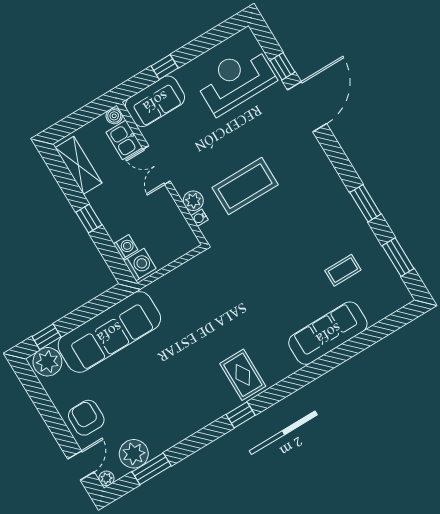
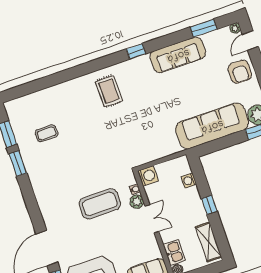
double door: (157, 165) -> (152, 219), moved
window: (365, 203) -> (18, 164), moved
washing machine: (140, 265) -> (148, 176), moved, turned 180
sofa: (328, 333) -> (178, 55), moved
rug: (243, 375) -> (109, 91), moved
plant: (134, 454) -> (213, 41), removed

